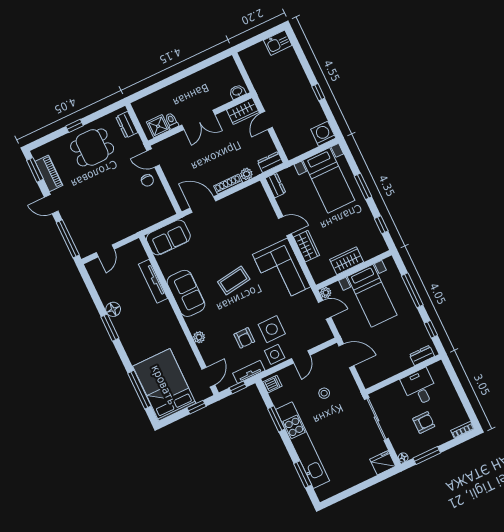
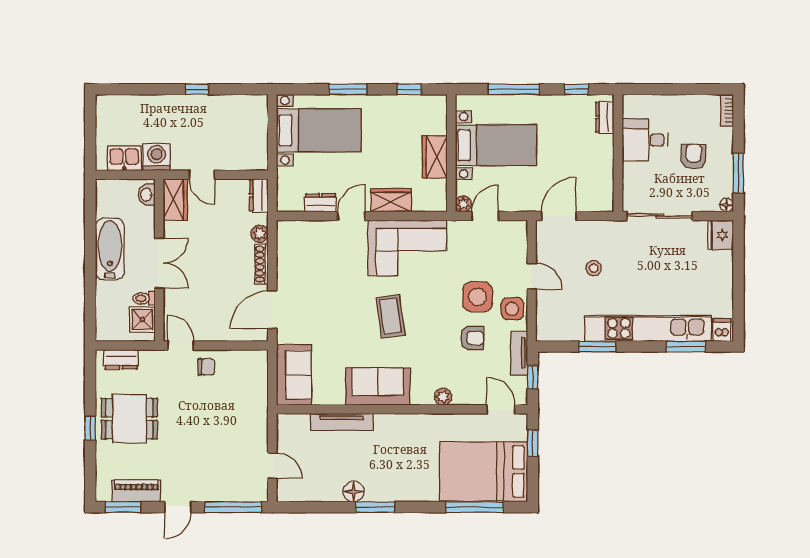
kitchen sink: (278, 43) -> (124, 158), moved, turned -90
bathtub: (193, 85) -> (110, 249), added
washing machine: (323, 134) -> (157, 157), moved, turned 90
dining table: (92, 147) -> (129, 419), turned 90
door: (153, 158) -> (181, 346), swing flipped
dresser: (276, 185) -> (320, 203), moved
dishwasher: (272, 384) -> (722, 330), moved

